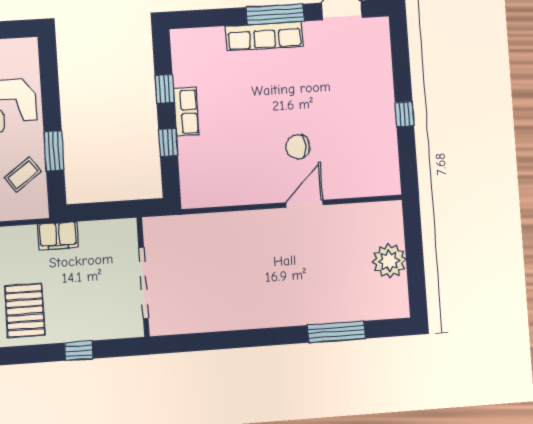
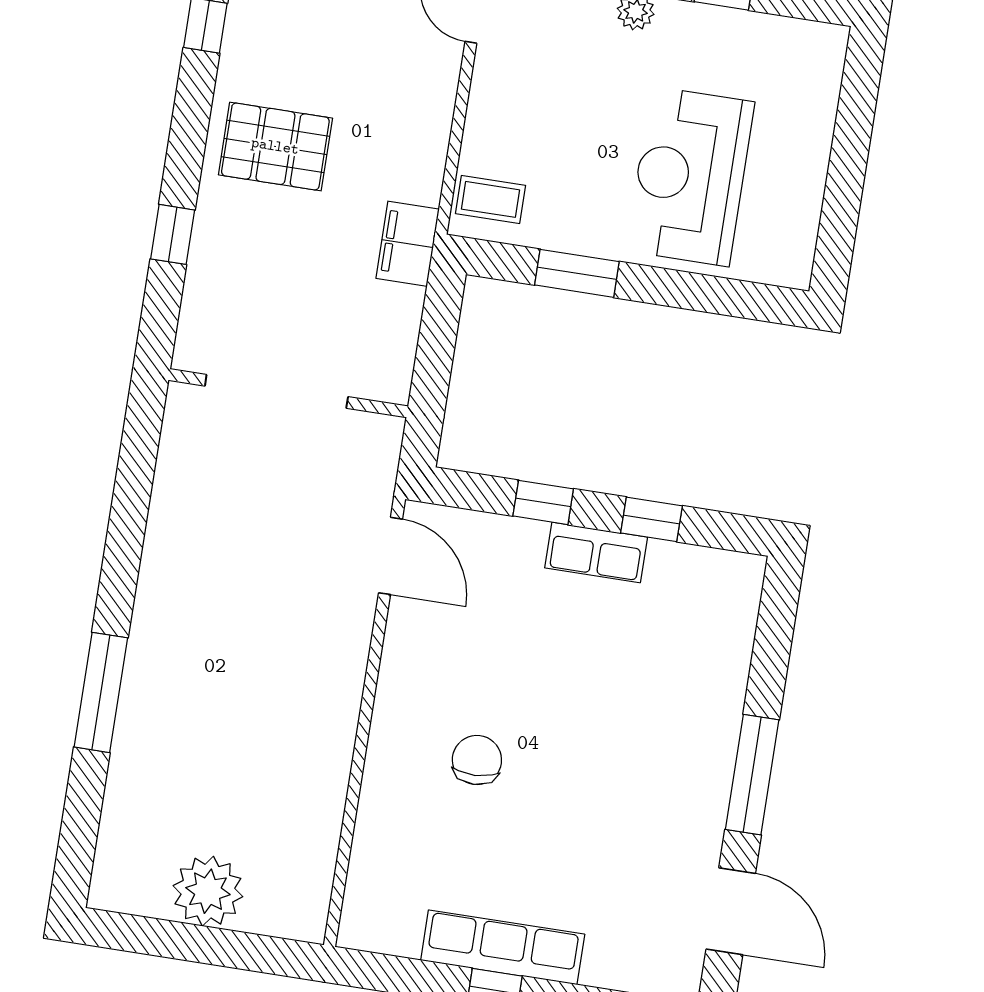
row of seats: (264, 36) -> (503, 947), moved, turned 90
coffee table: (23, 174) -> (491, 199), moved, turned -54
door: (305, 204) -> (390, 556), moved
window: (336, 332) -> (101, 692), moved

